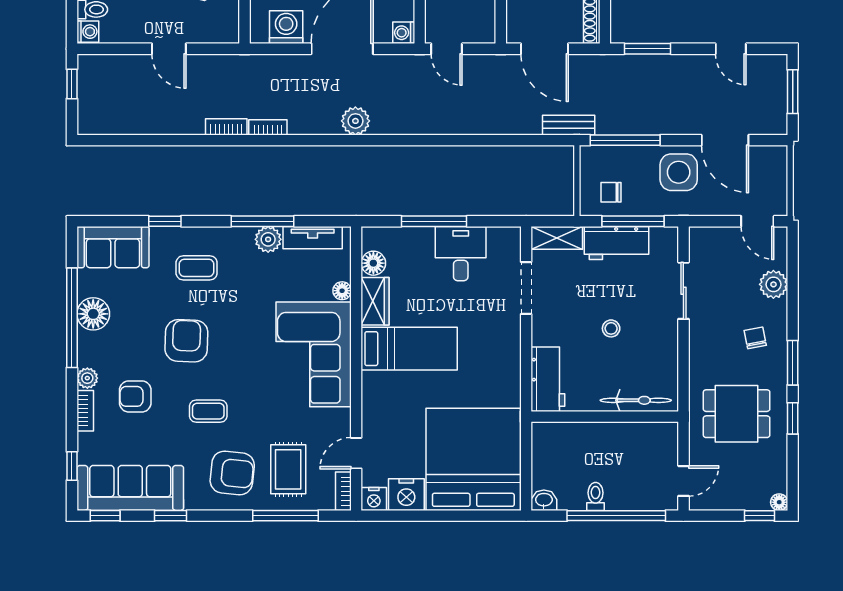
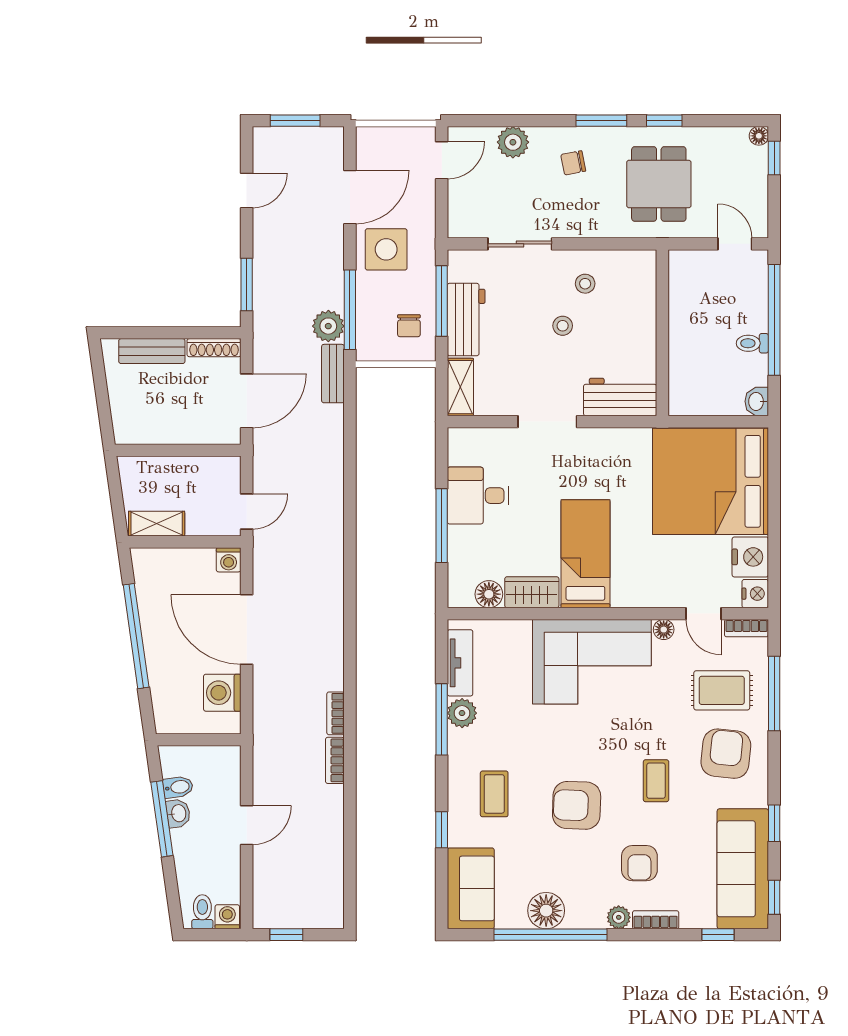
plant: (355, 121) -> (328, 326), moved
doorway: (526, 288) -> (547, 422), moved
floor lamp: (342, 291) -> (664, 630), moved
stool: (648, 348) -> (585, 284), added
bicycle: (636, 400) -> (644, 298), removed

